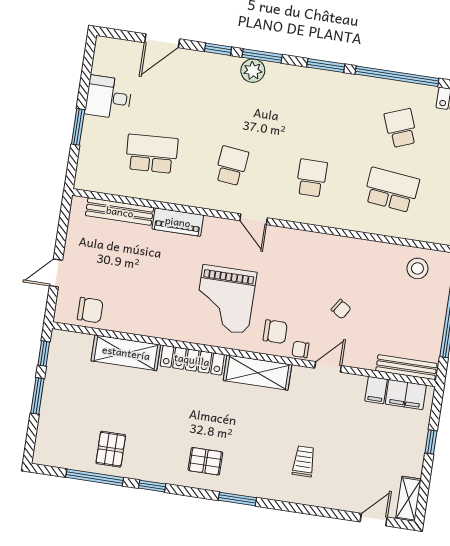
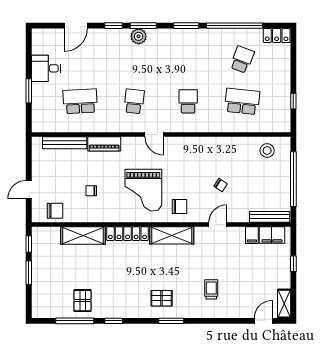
school desk: (401, 128) -> (242, 59), turned 42
chair: (300, 349) -> (91, 191), moved
pallet: (205, 461) -> (162, 298), moved

